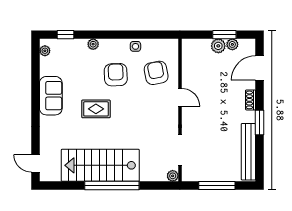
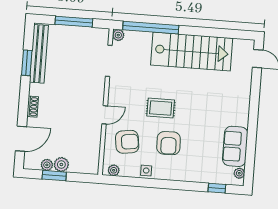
plant: (93, 44) -> (114, 170), moved
armchair: (156, 73) -> (127, 142), turned -87
sofa: (51, 96) -> (235, 146), moved
door: (180, 97) -> (105, 115), swing flipped
rug: (96, 109) -> (161, 108), moved
window: (259, 123) -> (27, 63), moved
window: (112, 186) -> (151, 28), moved

